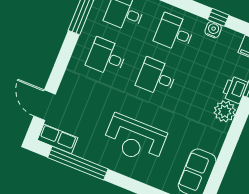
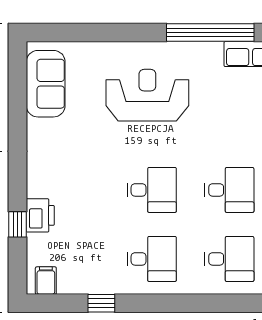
water cooler: (213, 30) -> (102, 284), removed
plant: (225, 111) -> (42, 181), removed

